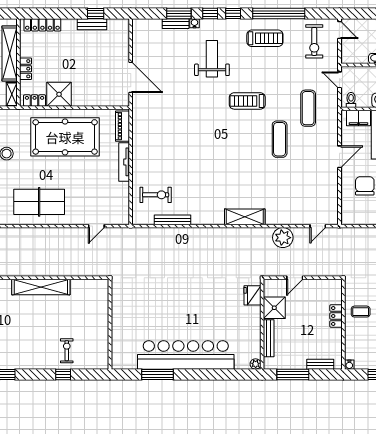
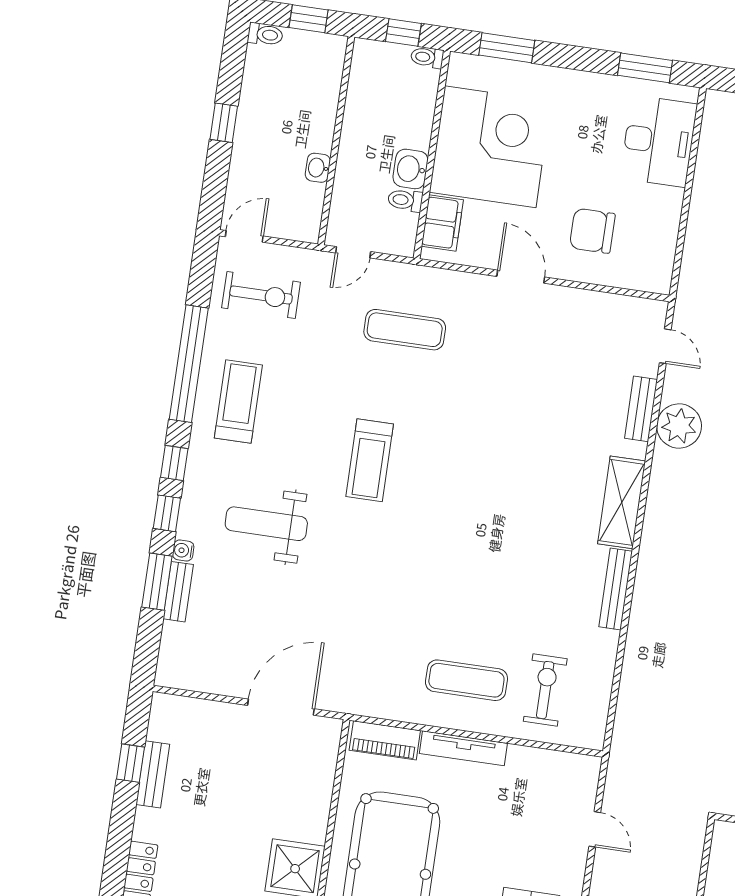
toilet: (351, 100) -> (405, 200), moved
exercise mat: (280, 139) -> (466, 680), moved
bench: (288, 219) -> (641, 409), added
bench: (172, 220) -> (616, 589), moved

